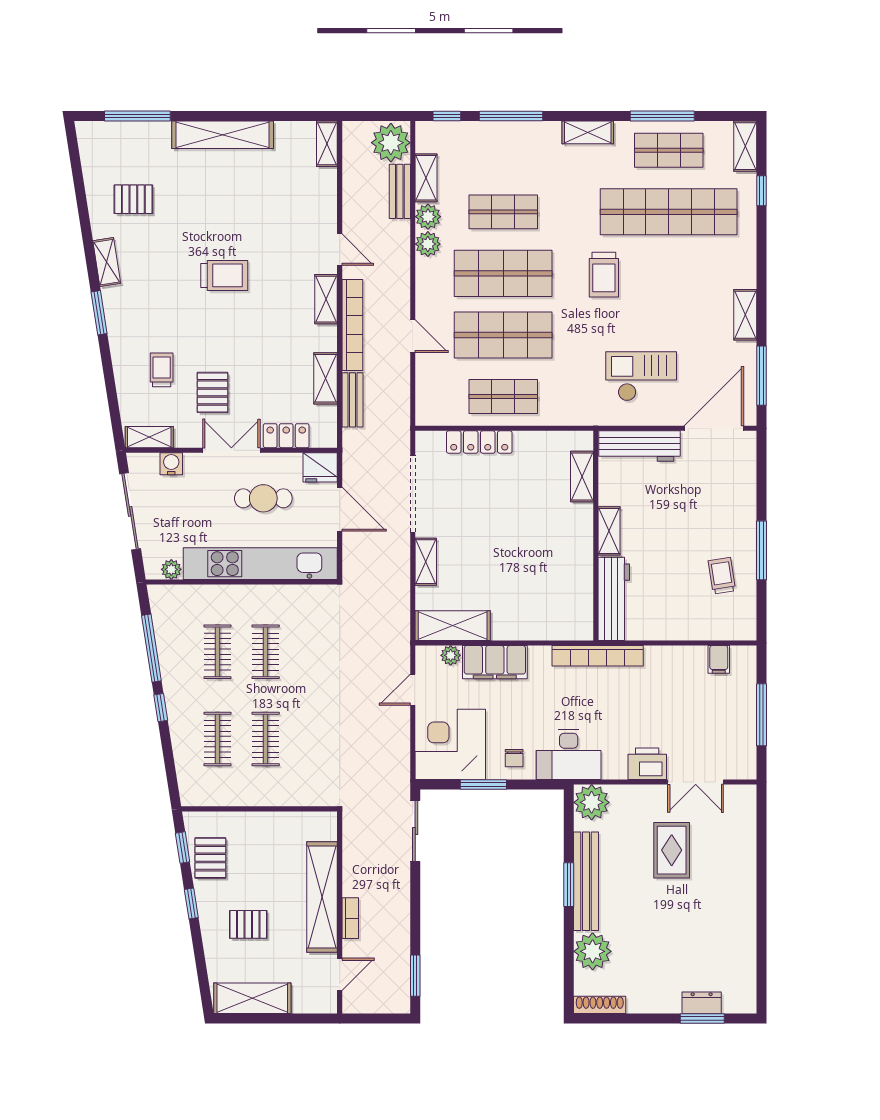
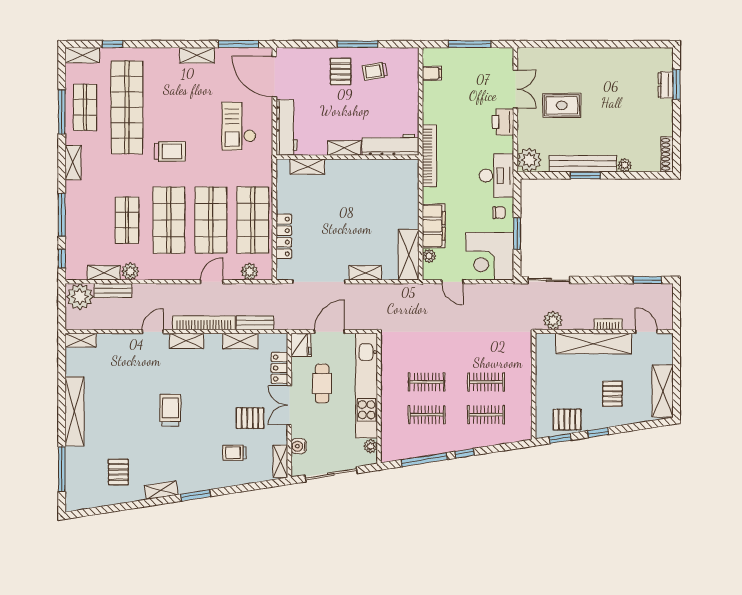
plant: (428, 244) -> (250, 271), moved
shop shelf: (503, 397) -> (253, 220), width x1.43, depth x1.36
pallet: (721, 525) -> (341, 72), added
plant: (356, 837) -> (553, 320), added
plant: (593, 951) -> (625, 165), width x0.53, depth x0.53

